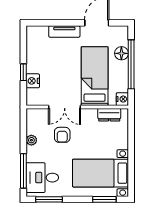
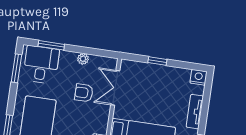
nightstand: (33, 81) -> (198, 77), moved
double door: (65, 107) -> (115, 88), moved
window: (23, 171) -> (51, 45), width x0.69

